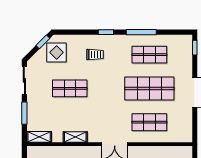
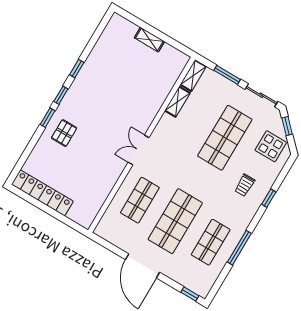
window: (106, 32) -> (269, 198), moved
window: (43, 42) -> (287, 126), moved
shop shelf: (70, 88) -> (225, 138), width x1.43, depth x1.36
shelving: (75, 137) -> (177, 102), moved

